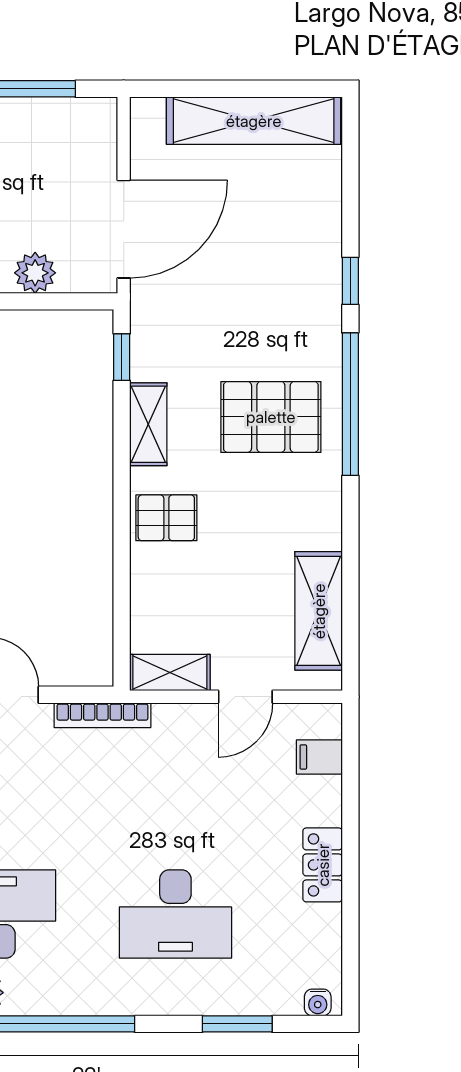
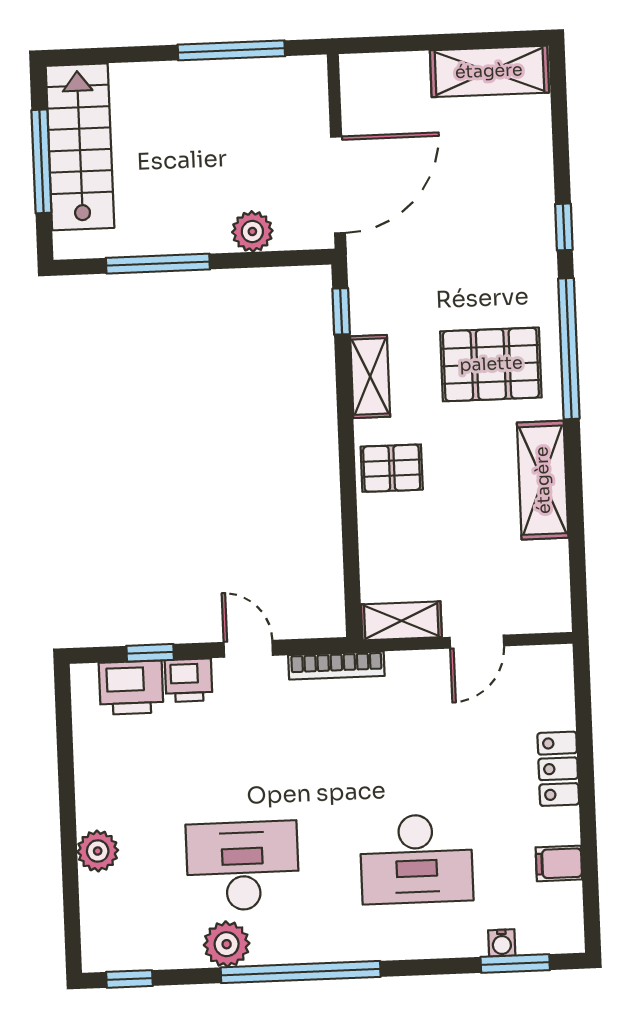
shelving: (254, 121) -> (489, 71), width x0.68
shelving: (319, 611) -> (543, 480), moved
filing cabinet: (319, 757) -> (559, 863), moved
locker: (323, 865) -> (558, 769), moved
water cooler: (318, 1002) -> (502, 943), moved
window: (237, 1024) -> (515, 963), moved

